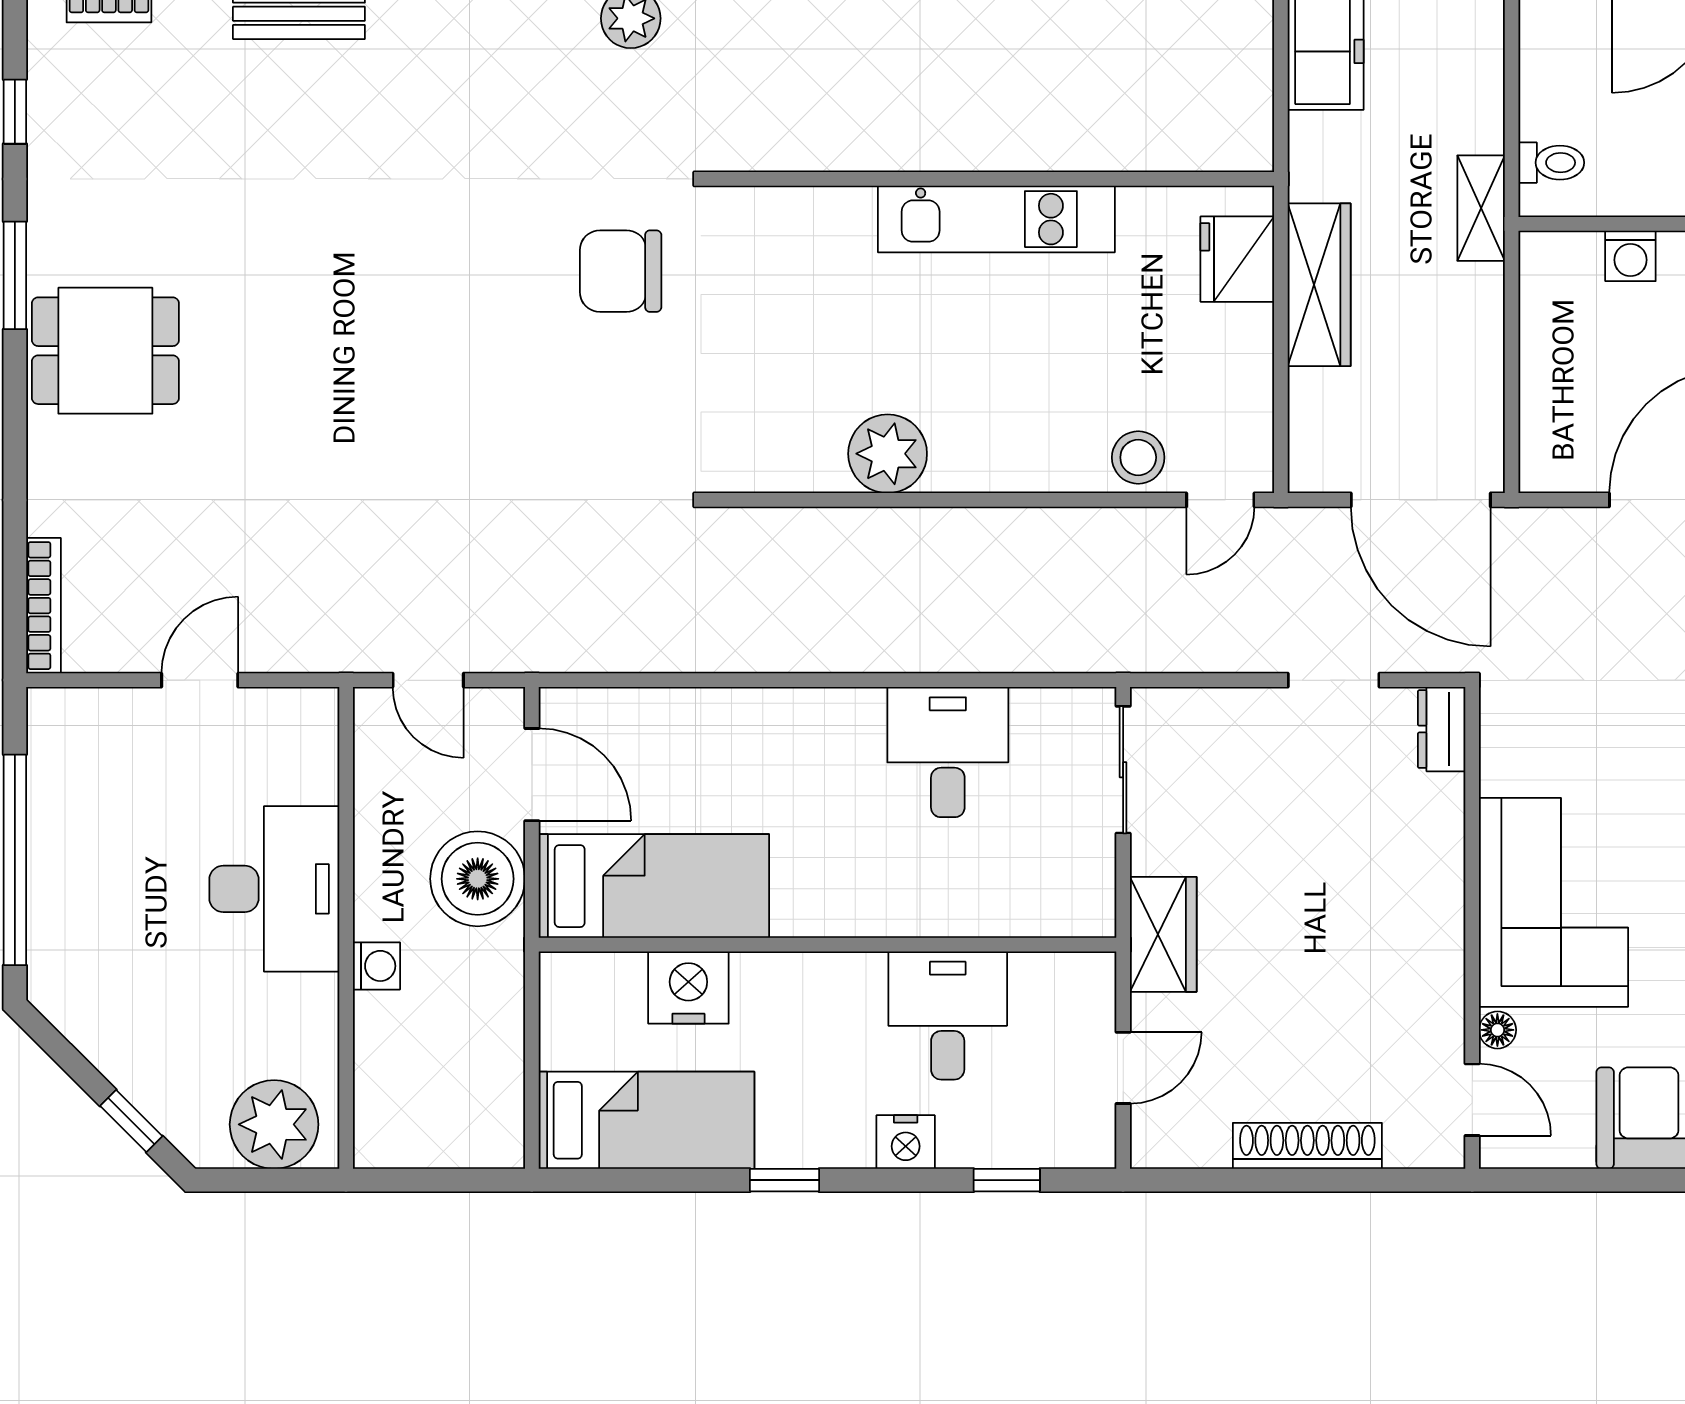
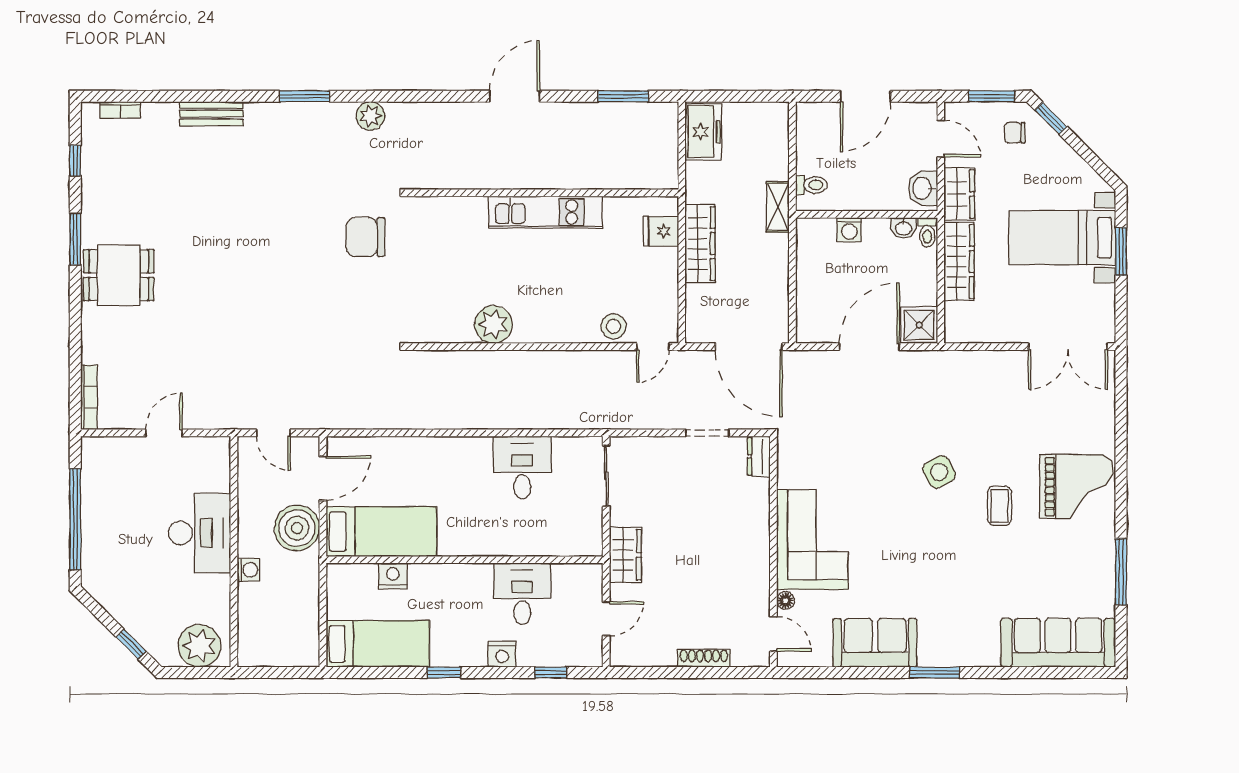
fridge: (1237, 259) -> (661, 231), width x0.72
door: (532, 775) -> (323, 478), hinge flipped
nightstand: (688, 988) -> (393, 576), width x0.74, depth x0.75
shoe rack: (1307, 1146) -> (704, 658), width x0.74, depth x0.81

